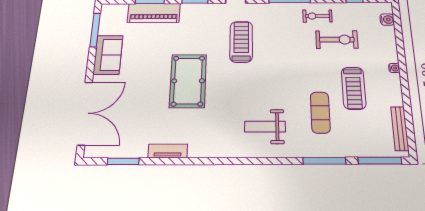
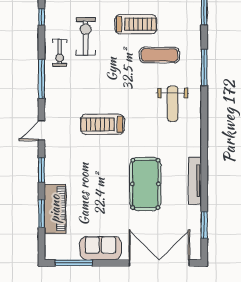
treadmill: (241, 42) -> (102, 124), moved
pool table: (188, 81) -> (145, 184), moved, turned 90
tv unit: (168, 151) -> (195, 181), width x1.41
window: (324, 161) -> (204, 67), moved

